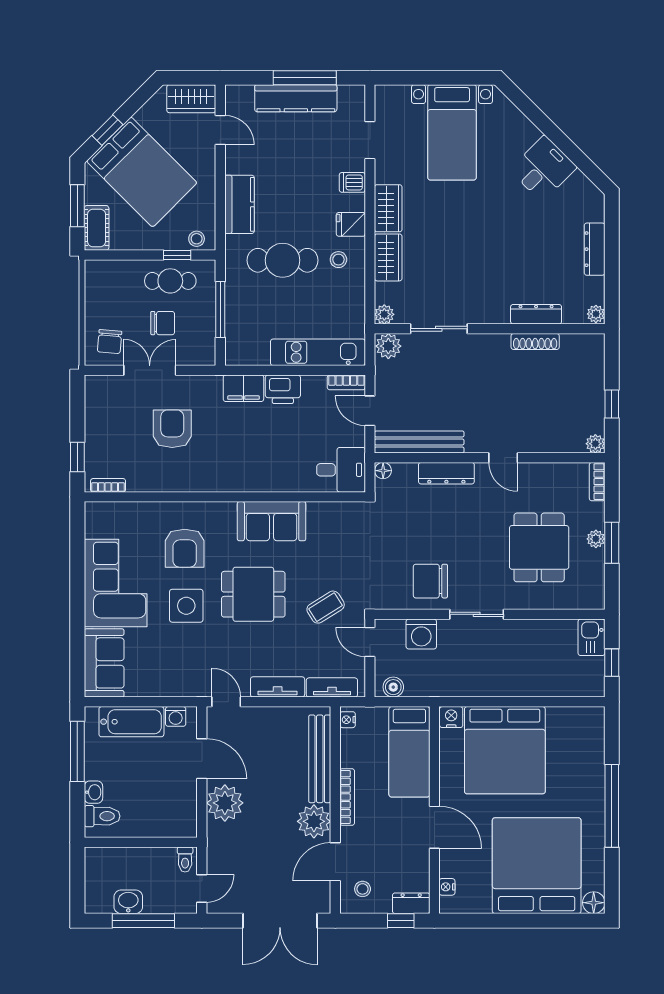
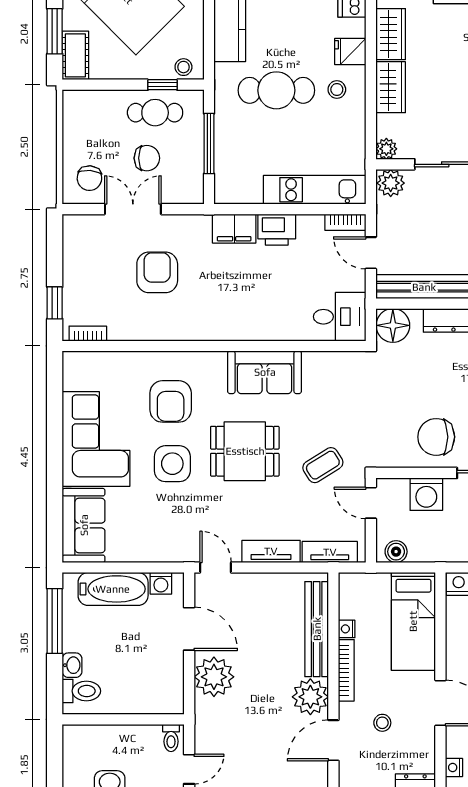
floor lamp: (383, 471) -> (393, 325), width x1.89, depth x1.89
nightstand: (348, 720) -> (347, 629), moved
stool: (363, 889) -> (382, 723), moved

